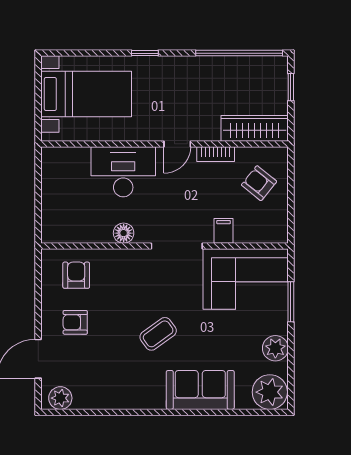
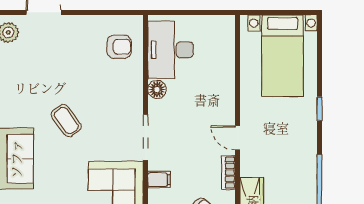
desk: (123, 172) -> (171, 50), moved, turned 180
armchair: (75, 322) -> (77, 46), removed

